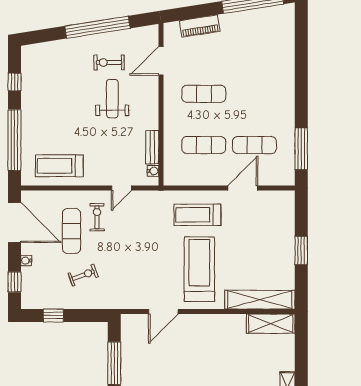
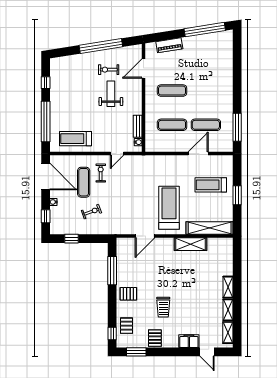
treadmill: (197, 215) -> (211, 185), moved
shelving: (271, 324) -> (190, 244), moved

